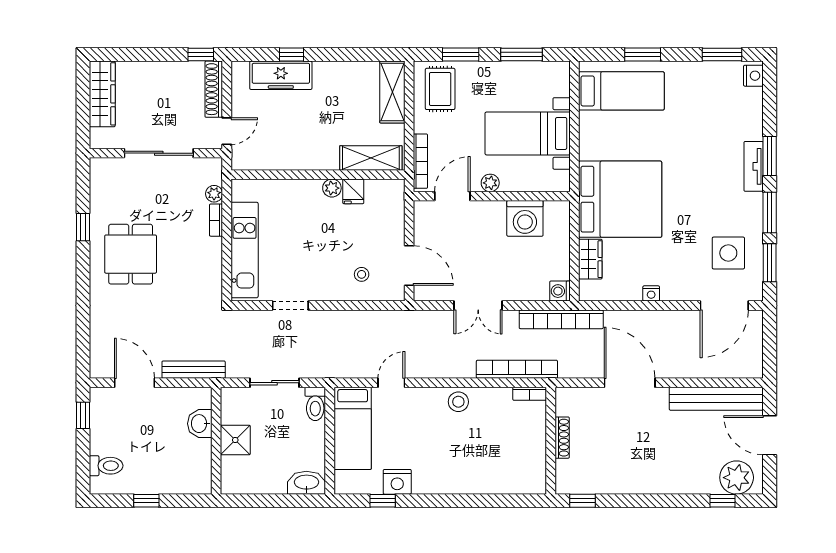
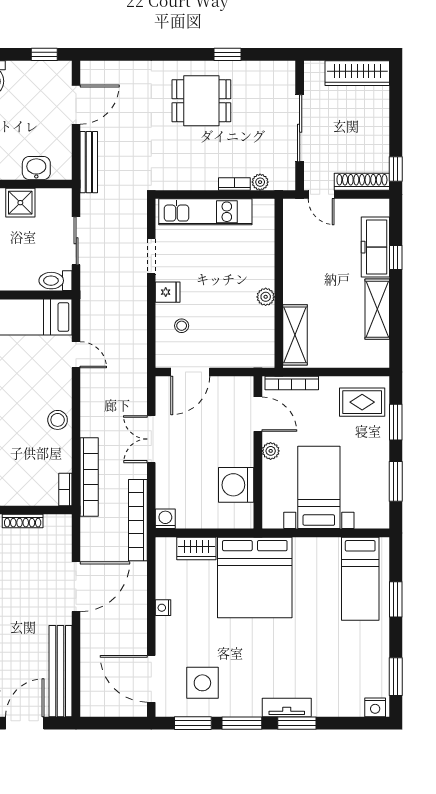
shelving: (392, 92) -> (377, 309), moved, turned 90
fridge: (353, 191) -> (168, 292), moved, turned 180

